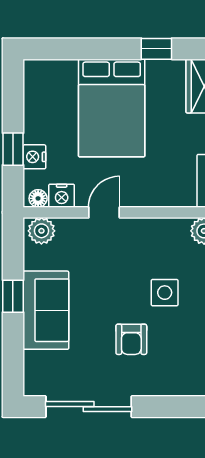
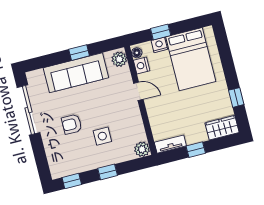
bed: (112, 108) -> (191, 59), moved, turned -90
sofa: (46, 310) -> (76, 73), width x1.36

